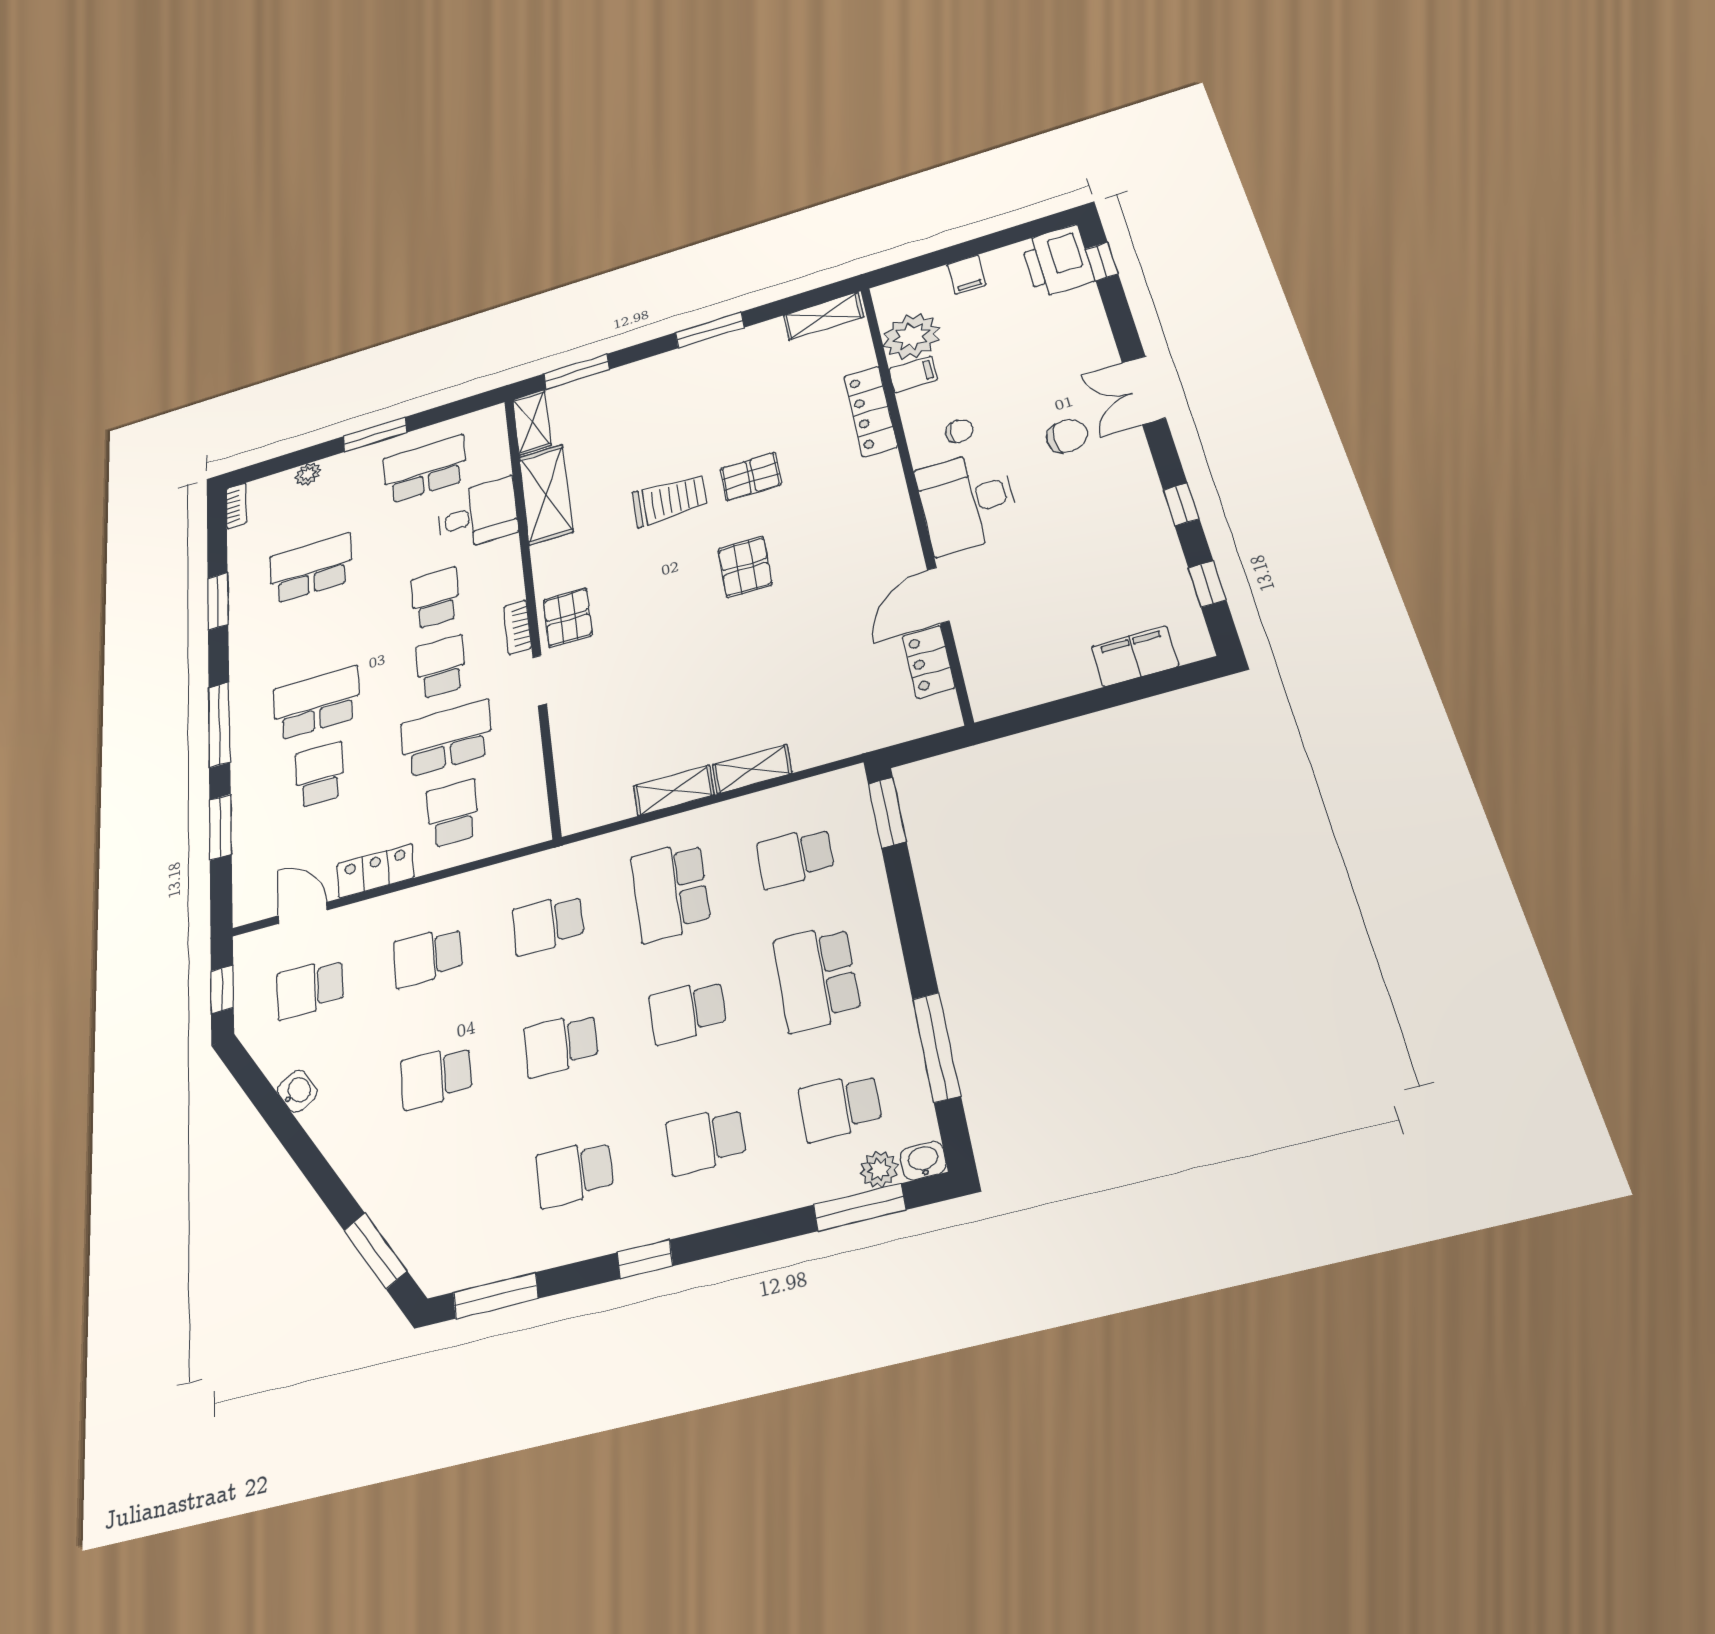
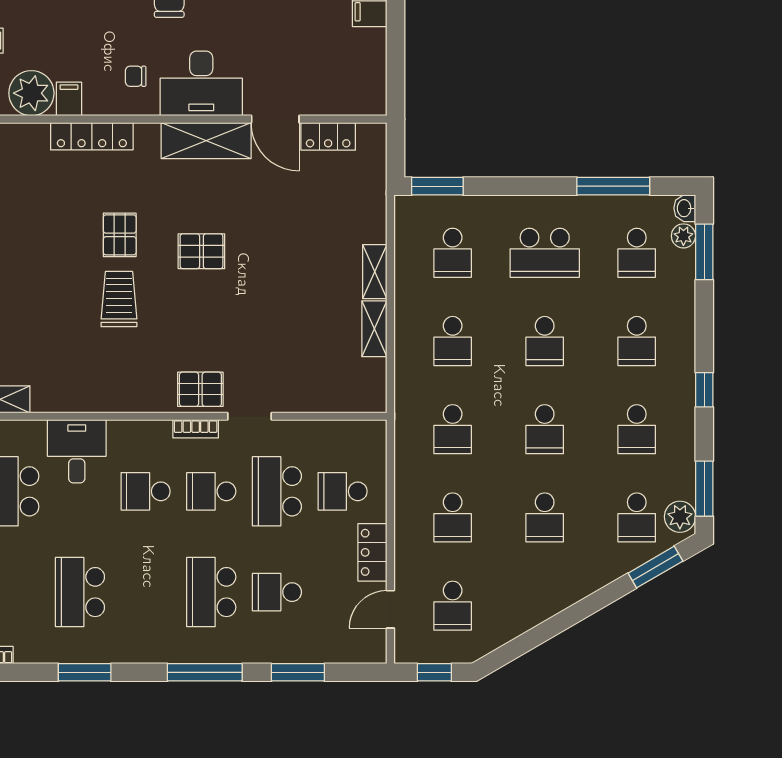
chair: (959, 431) -> (136, 76), turned -90
shelving: (546, 494) -> (206, 141), moved
school desk: (671, 891) -> (453, 341), width x0.54
washbasin: (297, 1091) -> (528, 618), removed
school desk: (445, 1206) -> (637, 517), added
plant: (451, 1269) -> (680, 517), added

